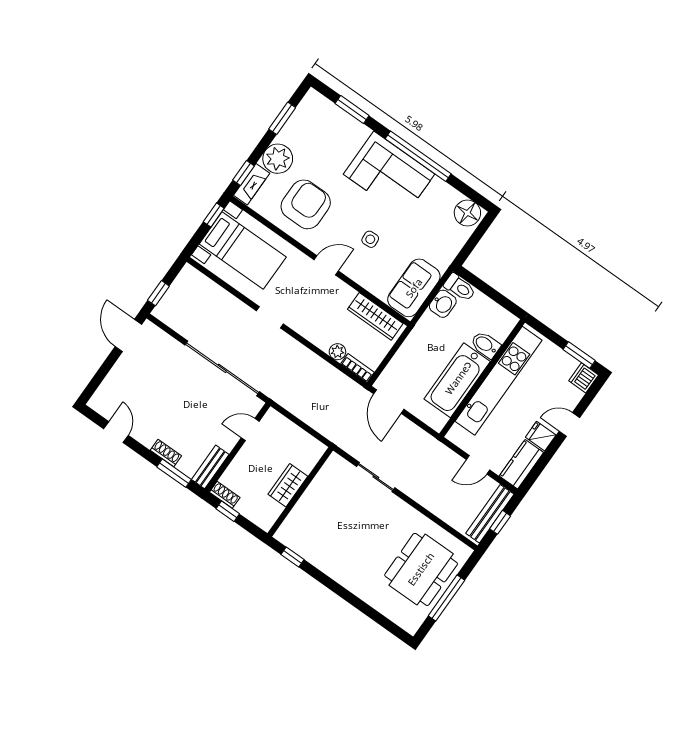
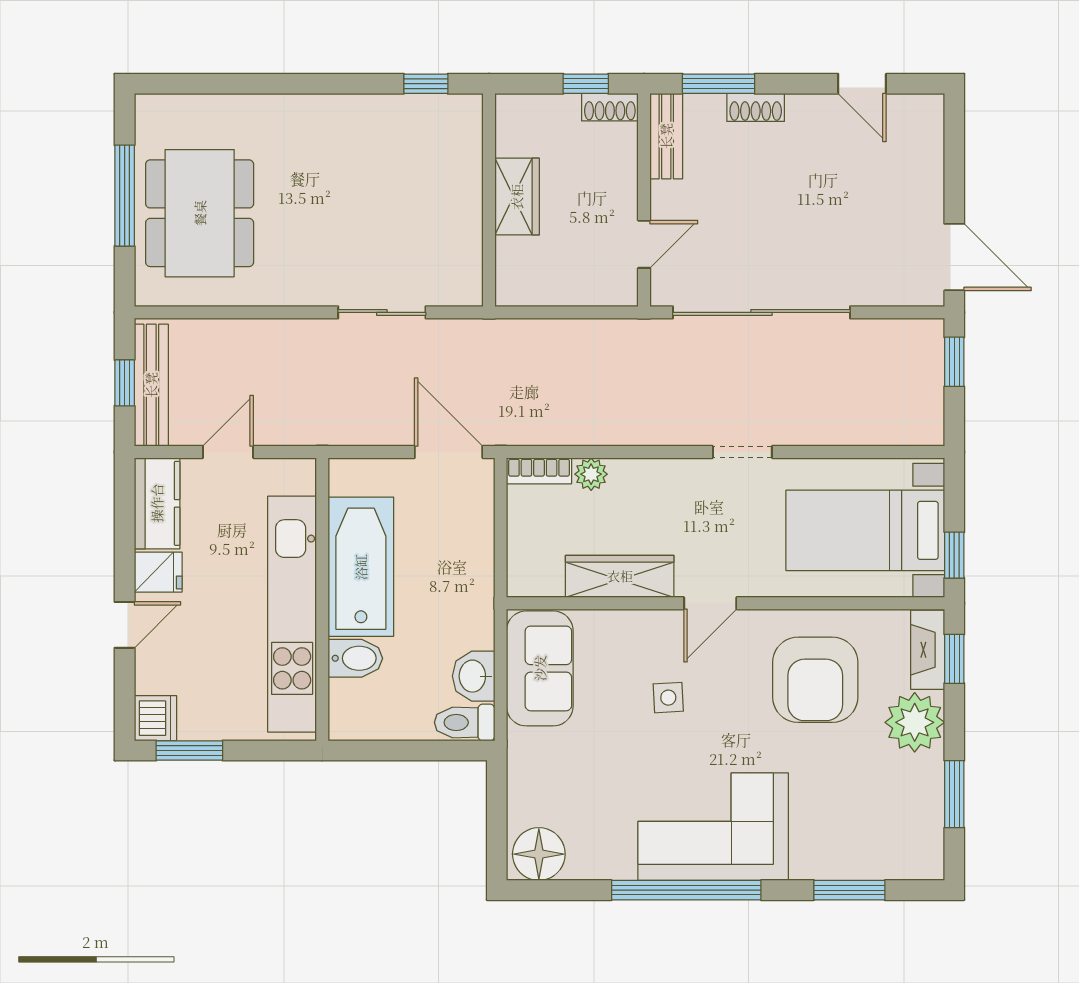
wardrobe: (375, 316) -> (620, 576), moved

